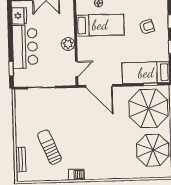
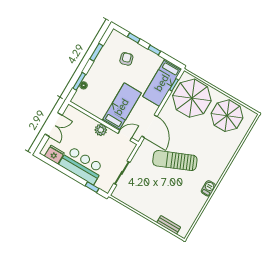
bed: (100, 25) -> (122, 107), moved
door: (77, 69) -> (125, 136), hinge flipped
door: (99, 86) -> (149, 126), hinge flipped
sun lounger: (49, 147) -> (175, 161), moved, width x1.36, depth x1.34

